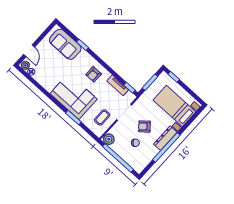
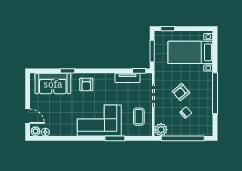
armchair: (94, 74) -> (86, 84), moved
dresser: (165, 138) -> (207, 86), removed

